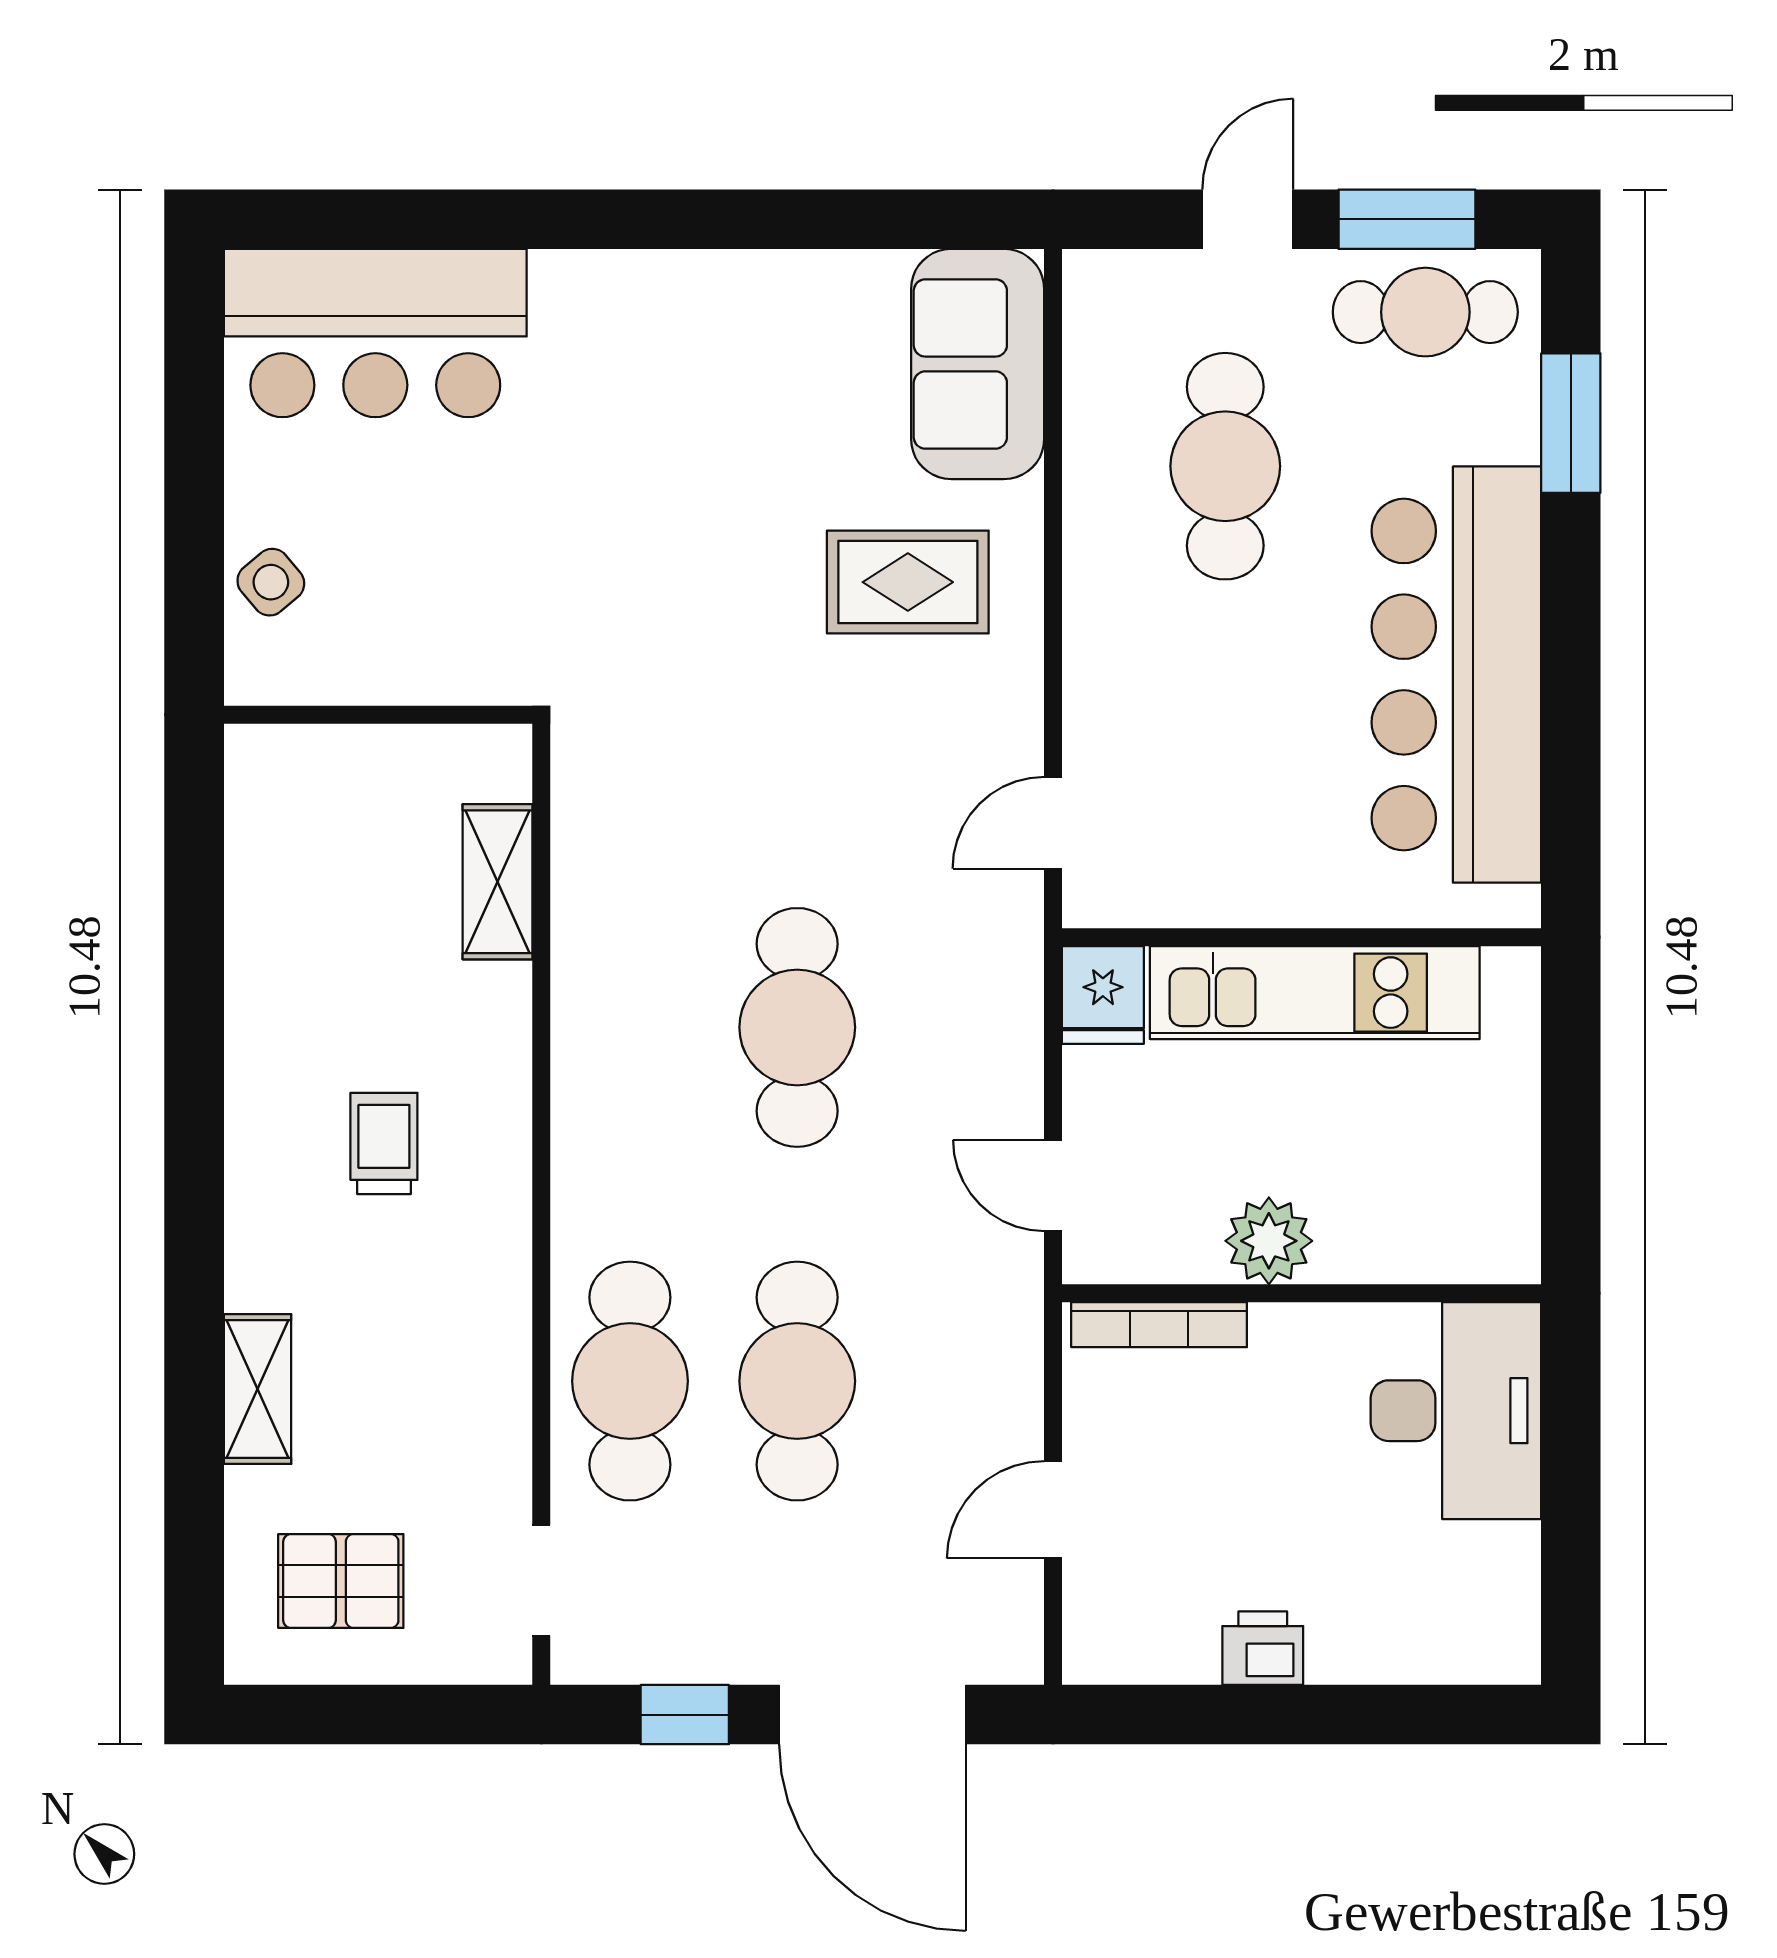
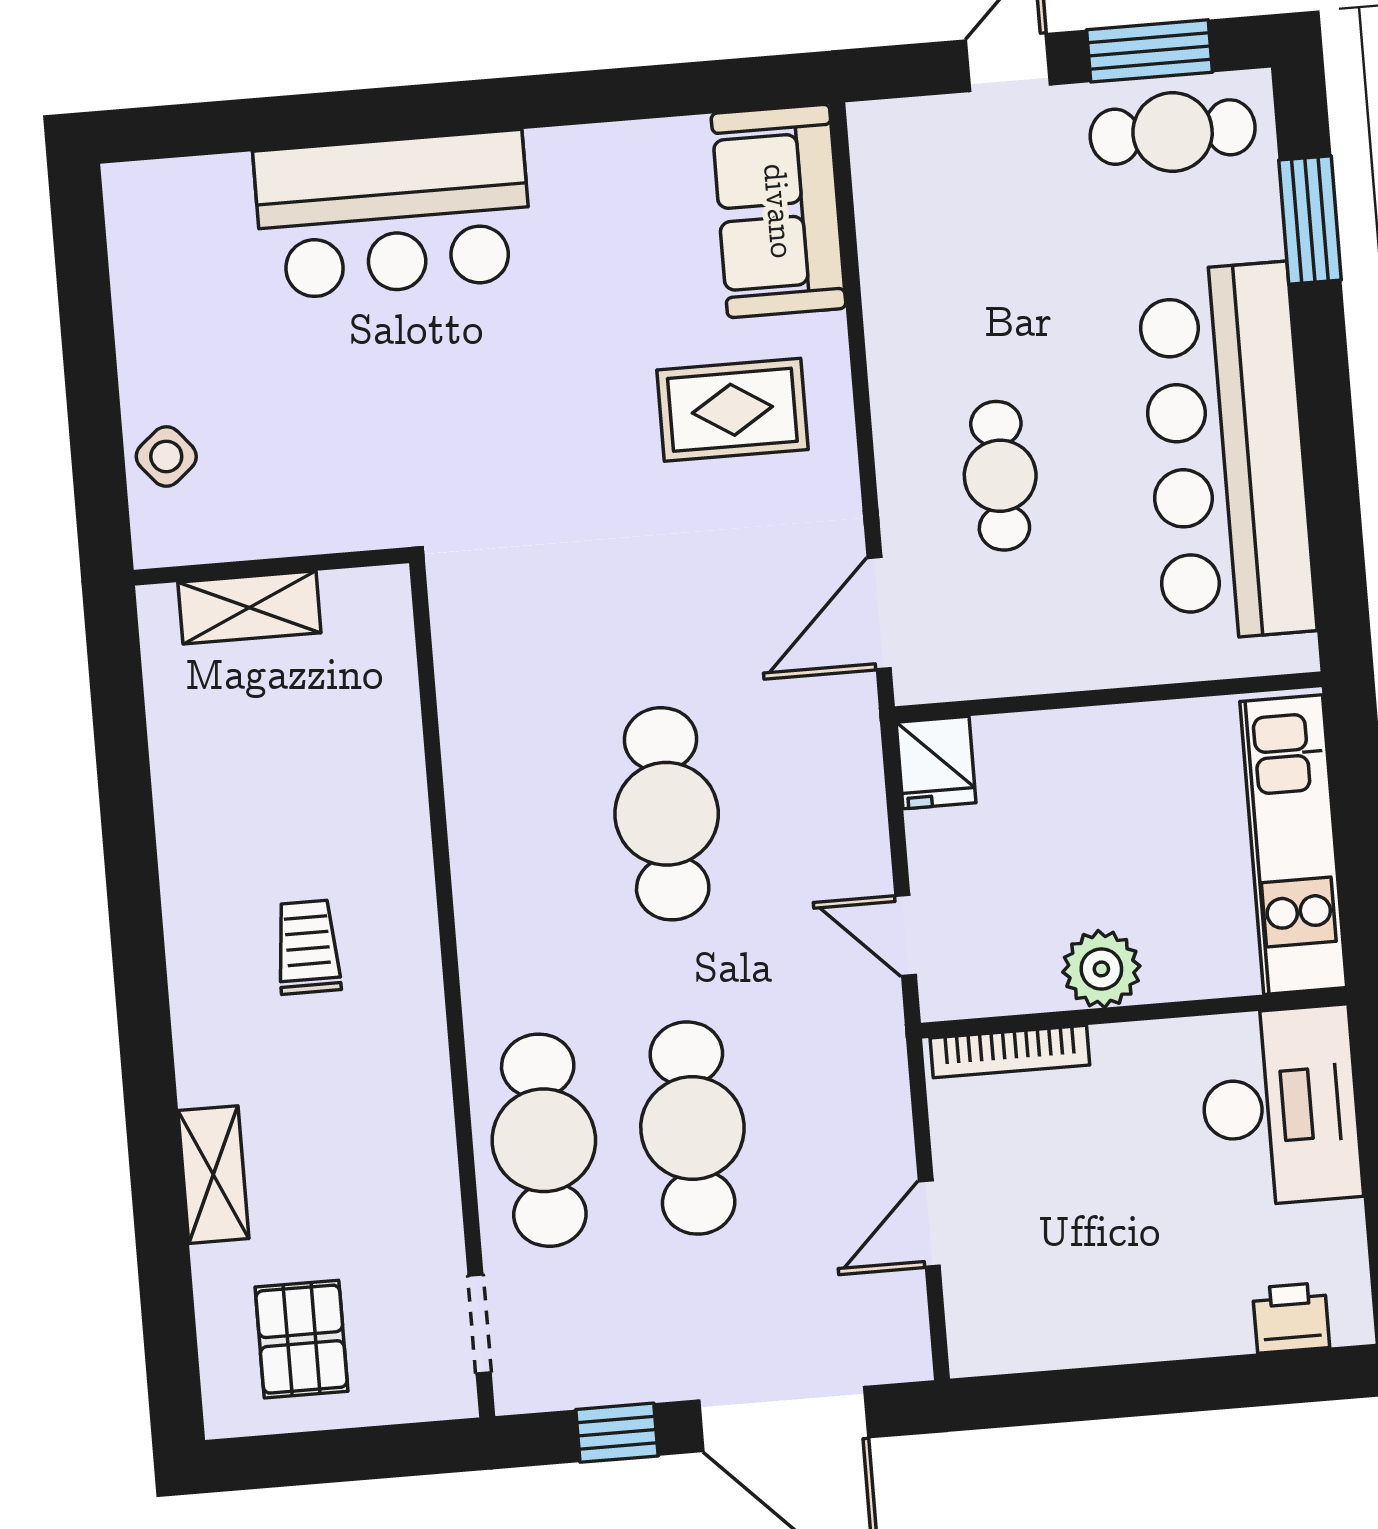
bar counter: (375, 333) -> (393, 215), moved
cafe table: (1225, 466) -> (1000, 476), moved, width x0.73, depth x0.74
door: (1053, 823) -> (879, 613), width x1.38
shelving: (497, 882) -> (249, 607), moved, turned 90
kitchen unit: (1315, 993) -> (1293, 845), moved, turned 90
pallet: (341, 1581) -> (301, 1339), turned 90
printer: (1263, 1648) -> (1291, 1318), moved

